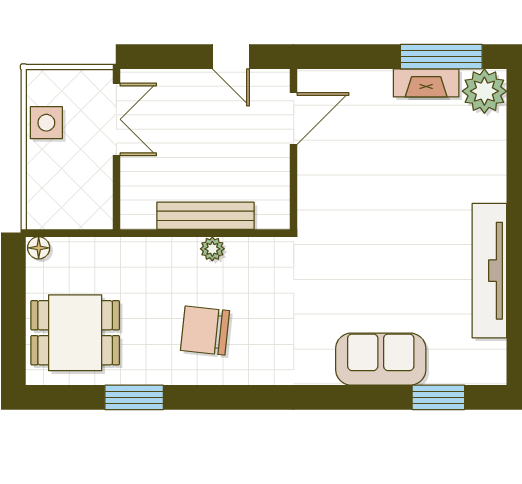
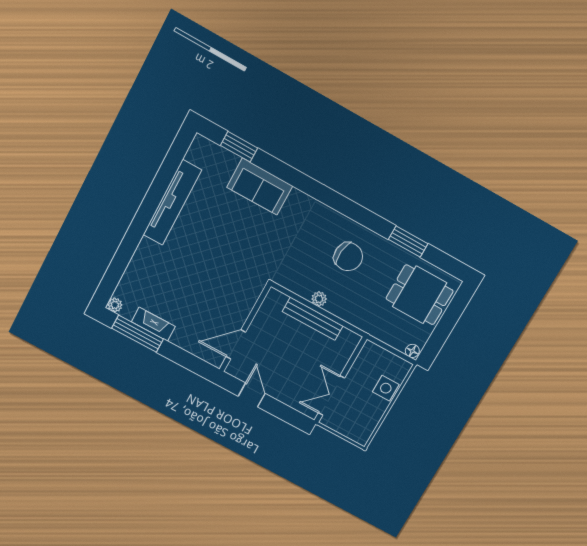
plant: (484, 91) -> (115, 305), width x0.53, depth x0.53
side table: (46, 123) -> (386, 388), moved

